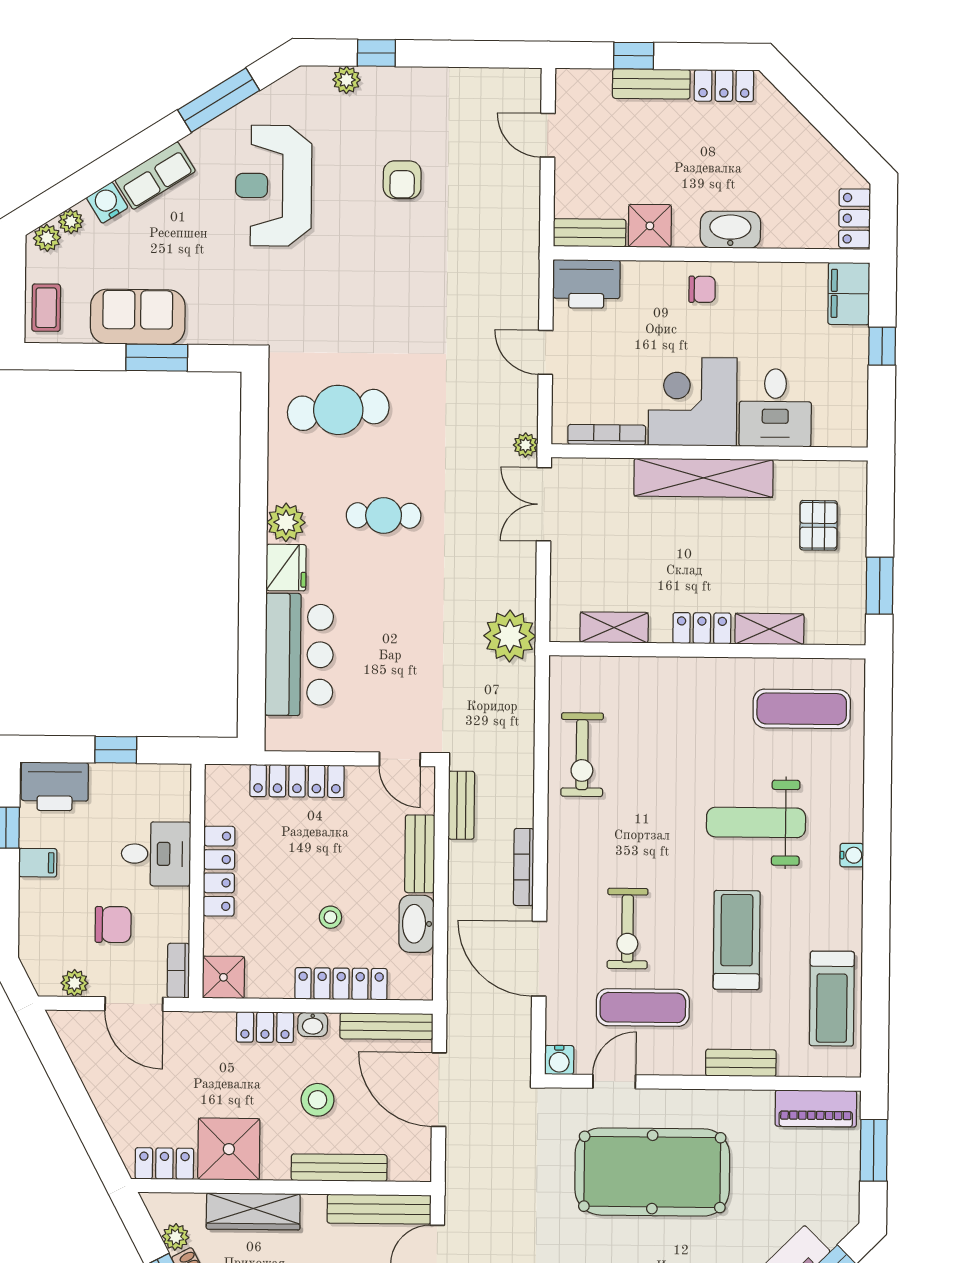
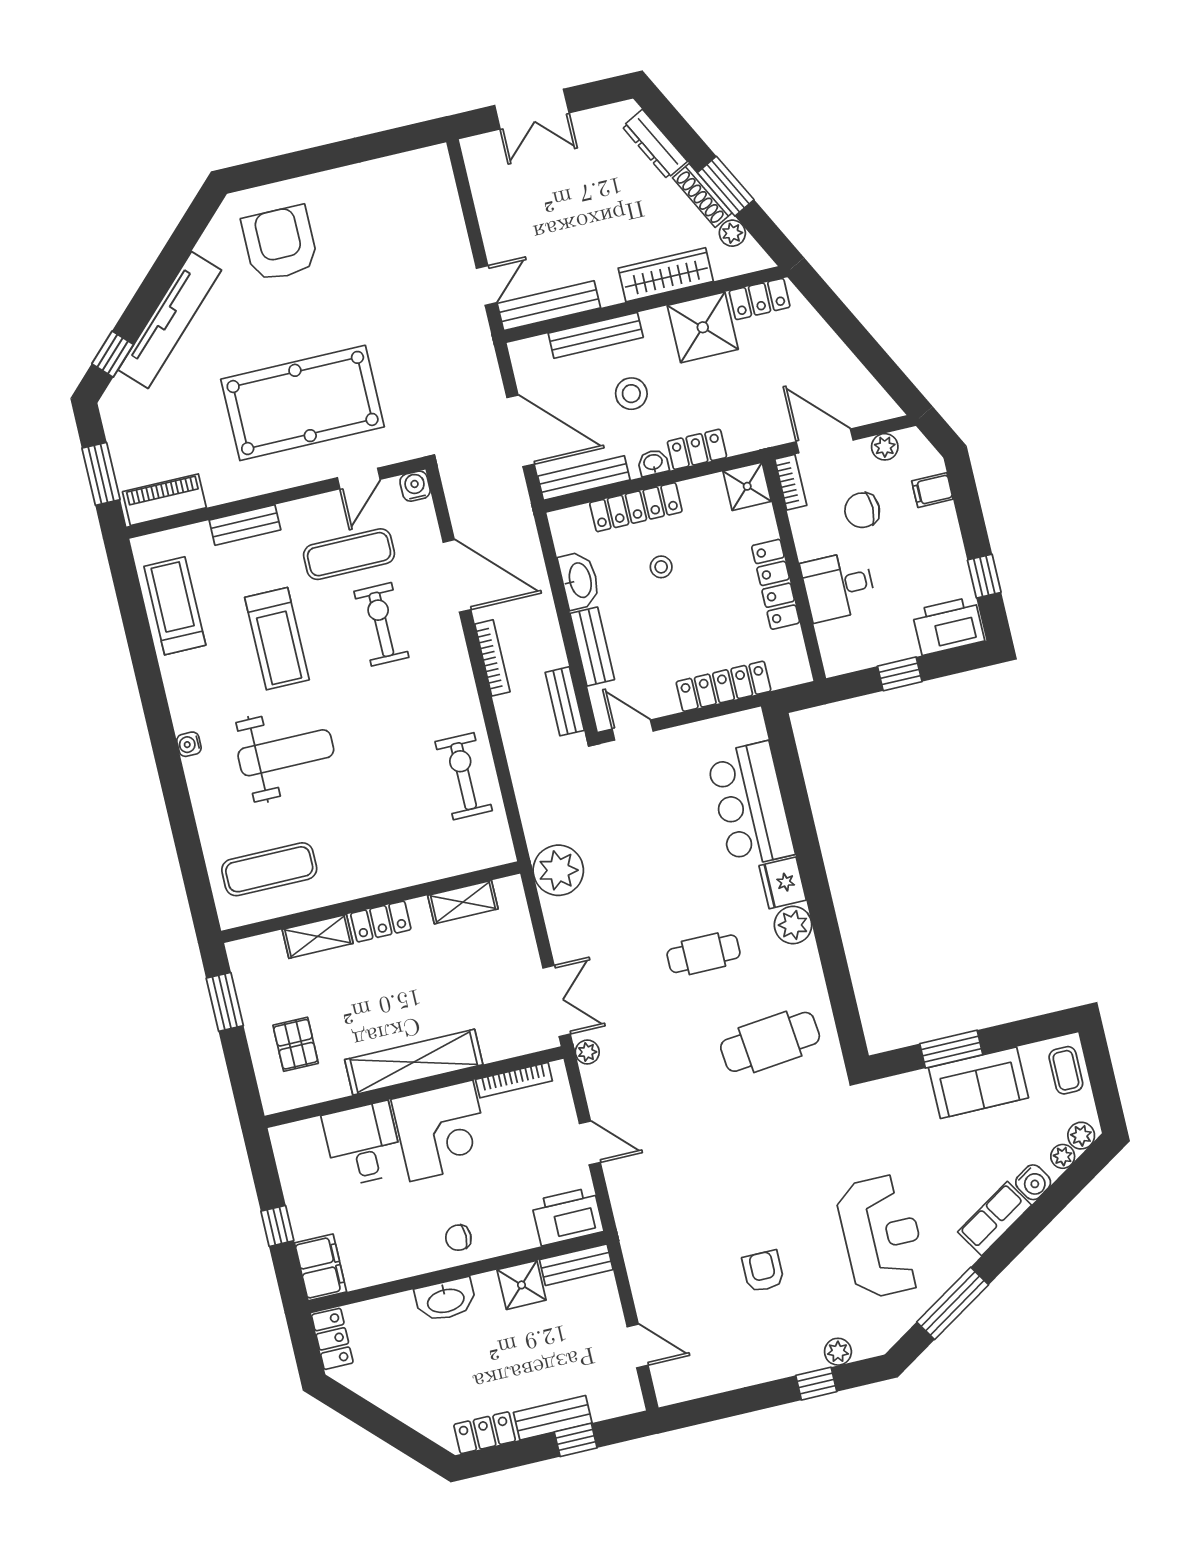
filing cabinet: (38, 863) -> (932, 490), moved

